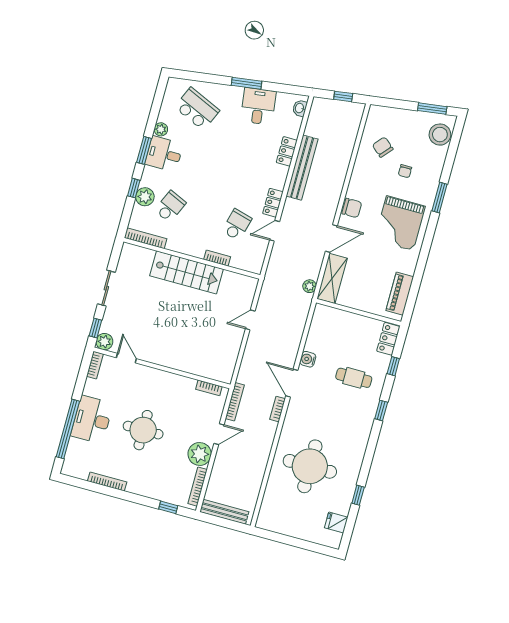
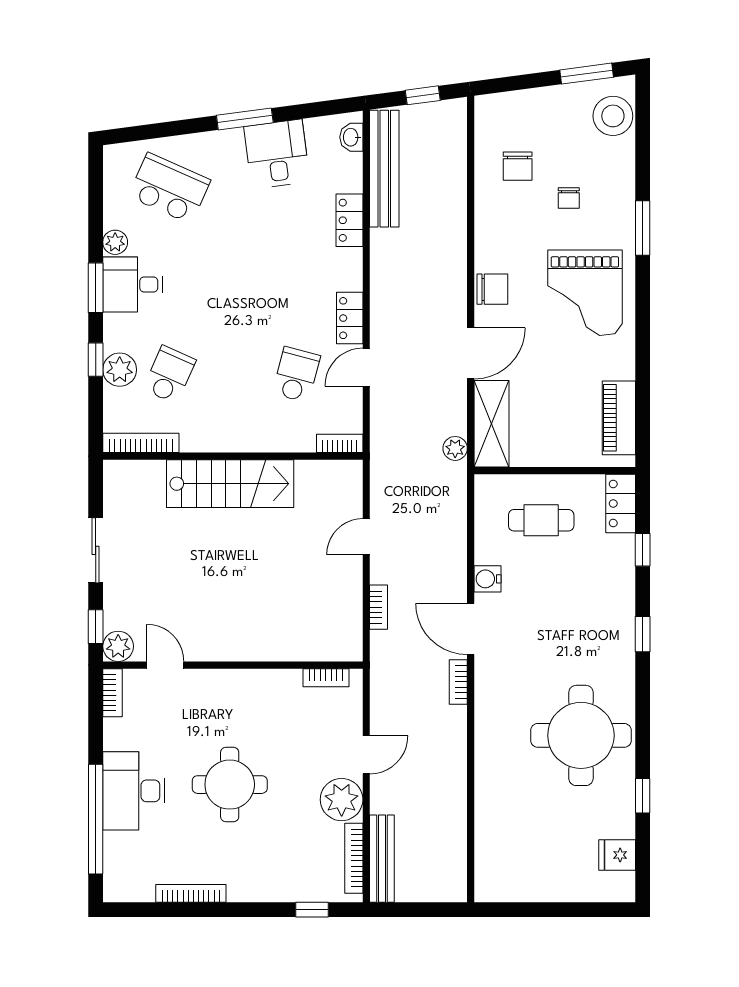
chair: (383, 147) -> (518, 166), turned -131
bench: (302, 168) -> (384, 169), moved
bookcase: (217, 258) -> (340, 443), moved
cafe table: (354, 378) -> (541, 520), moved
bookcase: (235, 402) -> (379, 607), moved, width x0.64
round table: (310, 466) -> (581, 735), moved
bench: (224, 512) -> (382, 859), moved, turned 90

